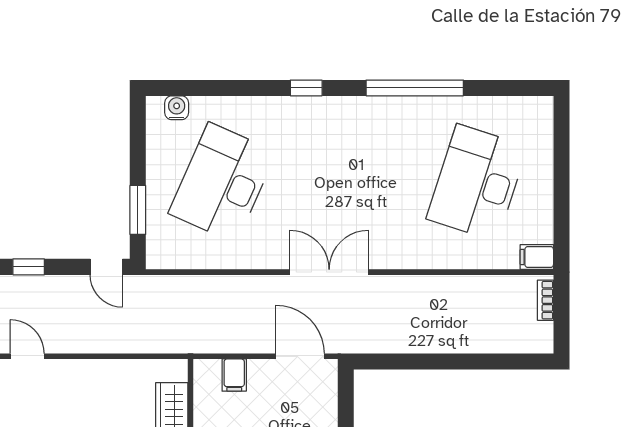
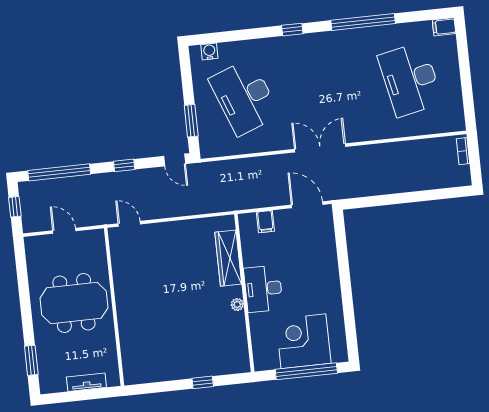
desk: (222, 183) -> (244, 97), turned -45
desk: (477, 183) -> (410, 79), turned -30
filing cabinet: (537, 257) -> (444, 27), moved

